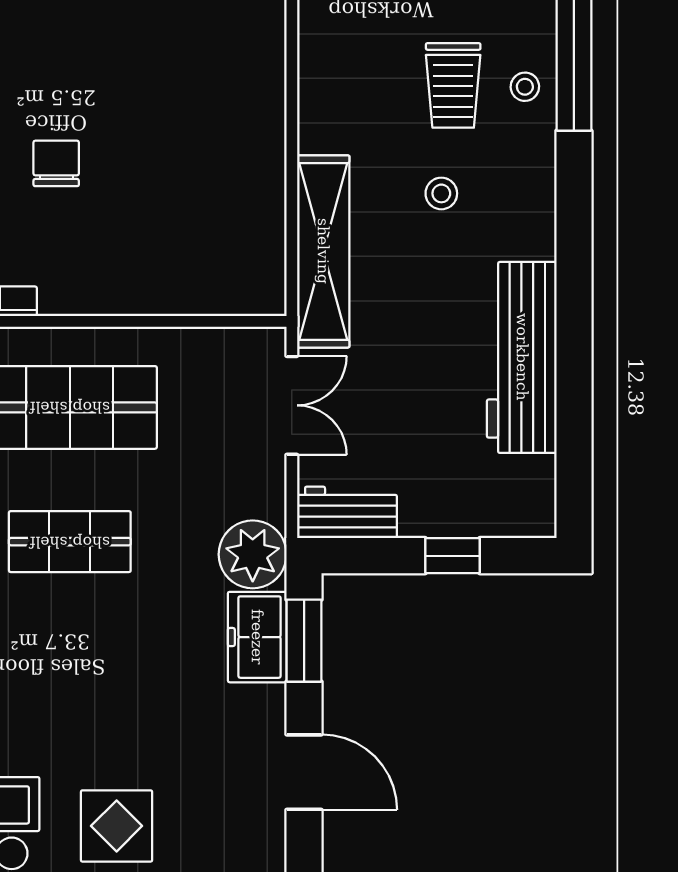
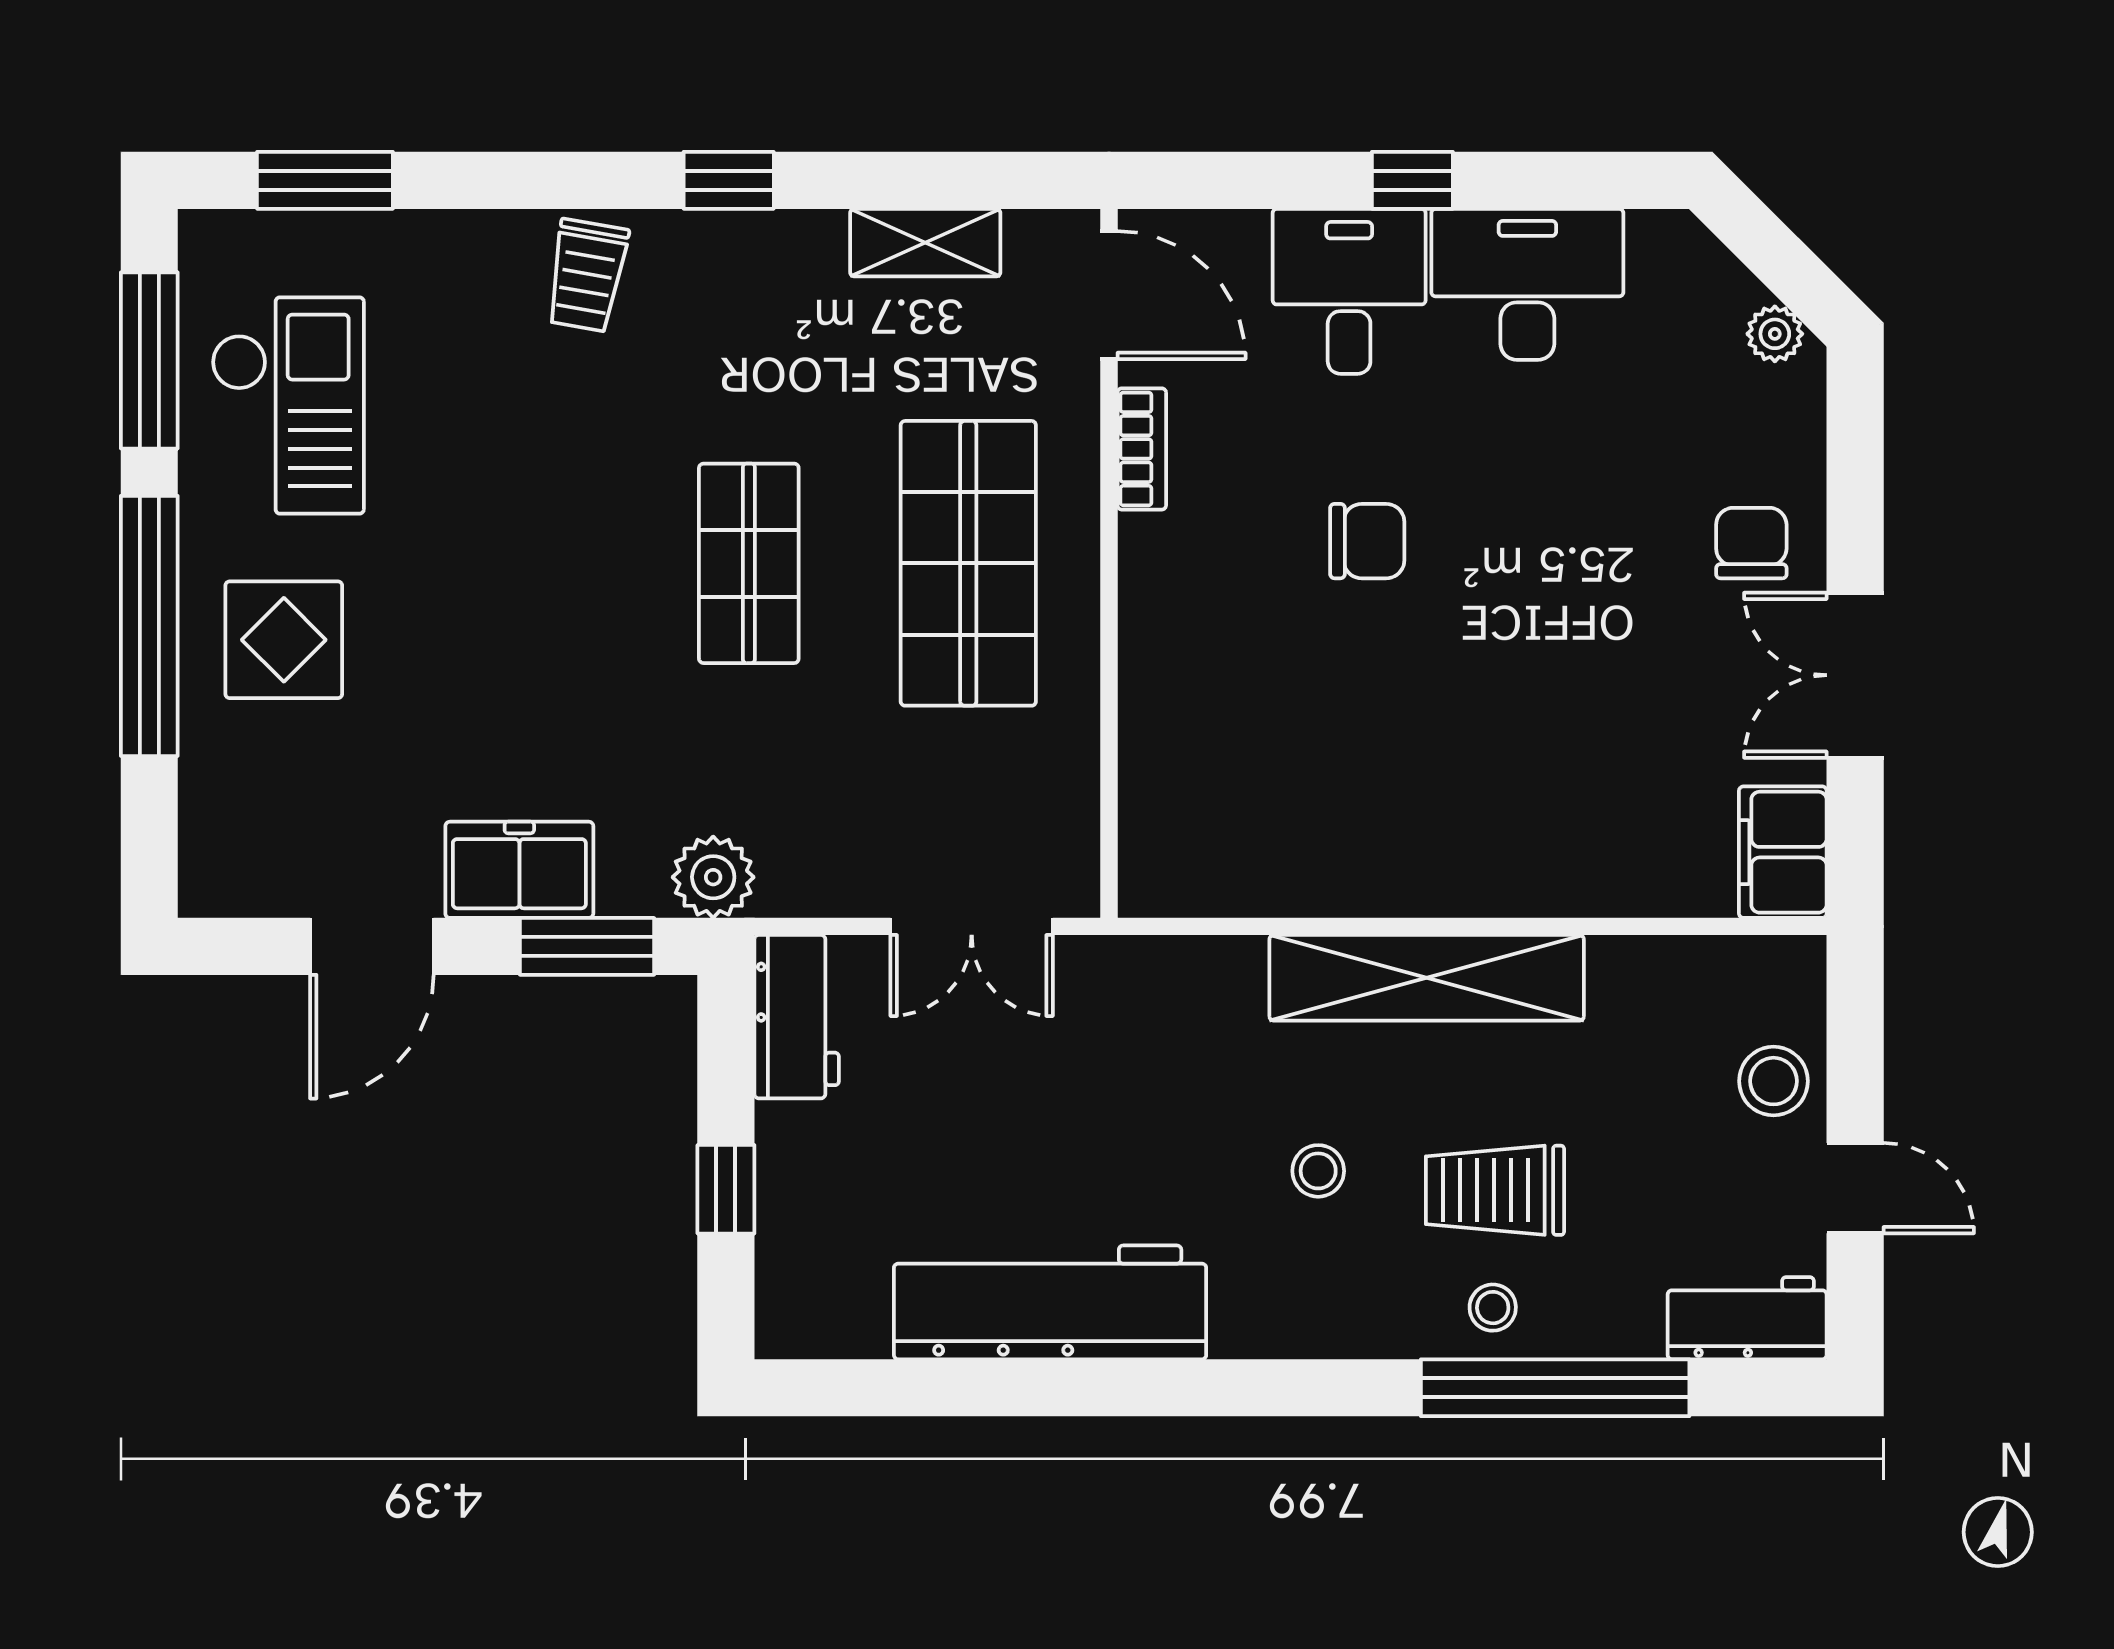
shelving: (323, 251) -> (1427, 978), moved
plant: (253, 554) -> (713, 877), width x0.73, depth x0.73
freezer: (257, 637) -> (519, 870), moved

